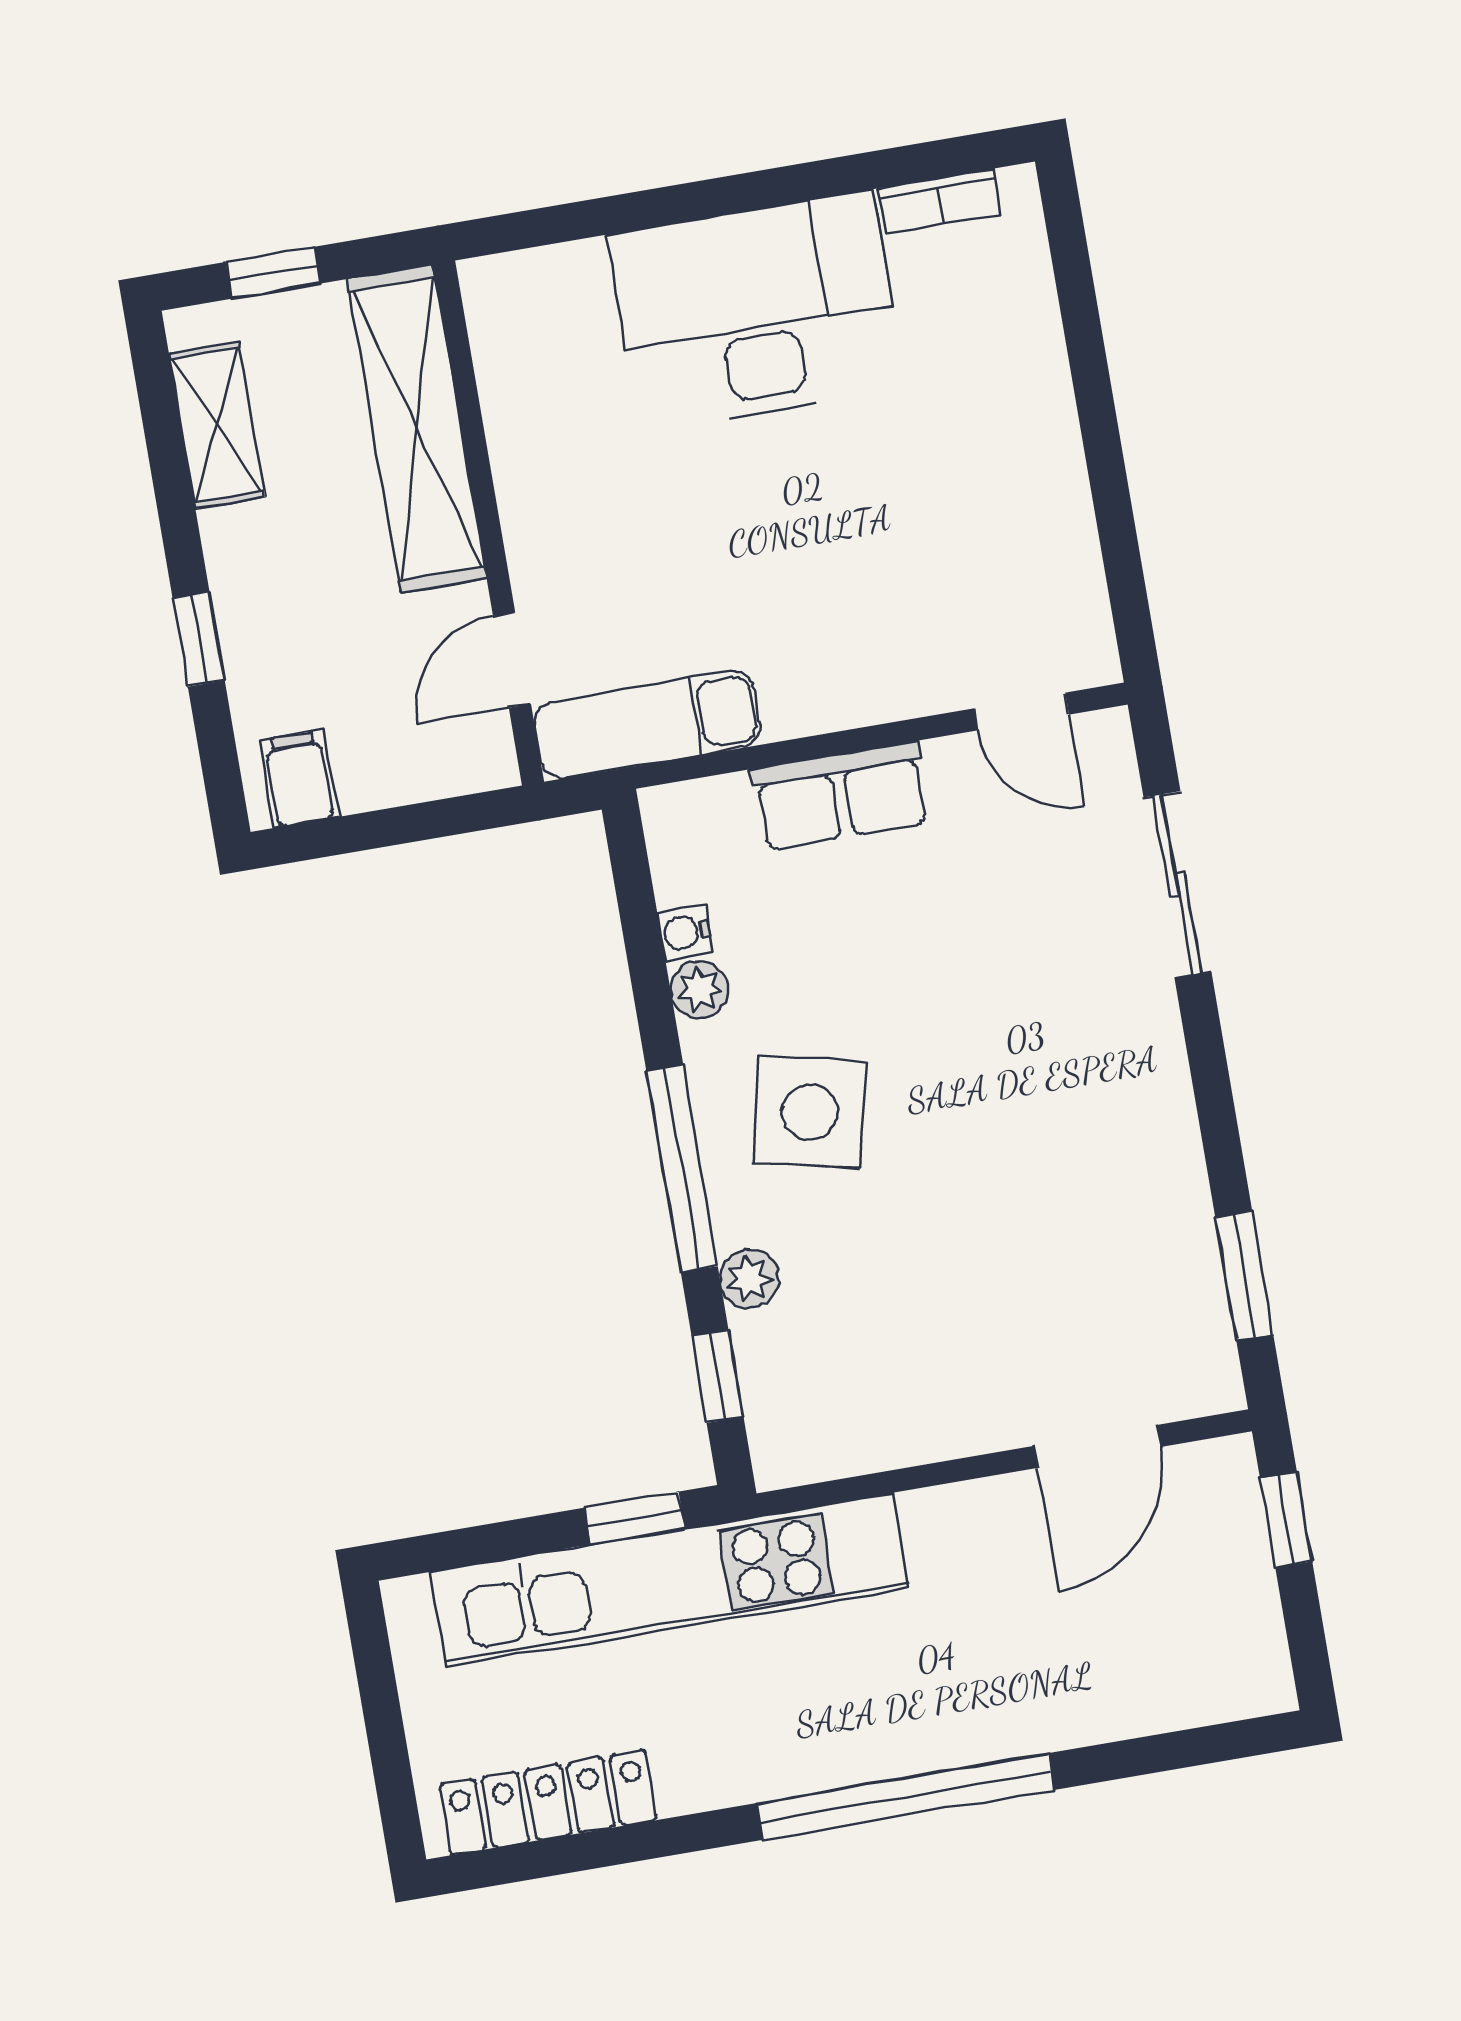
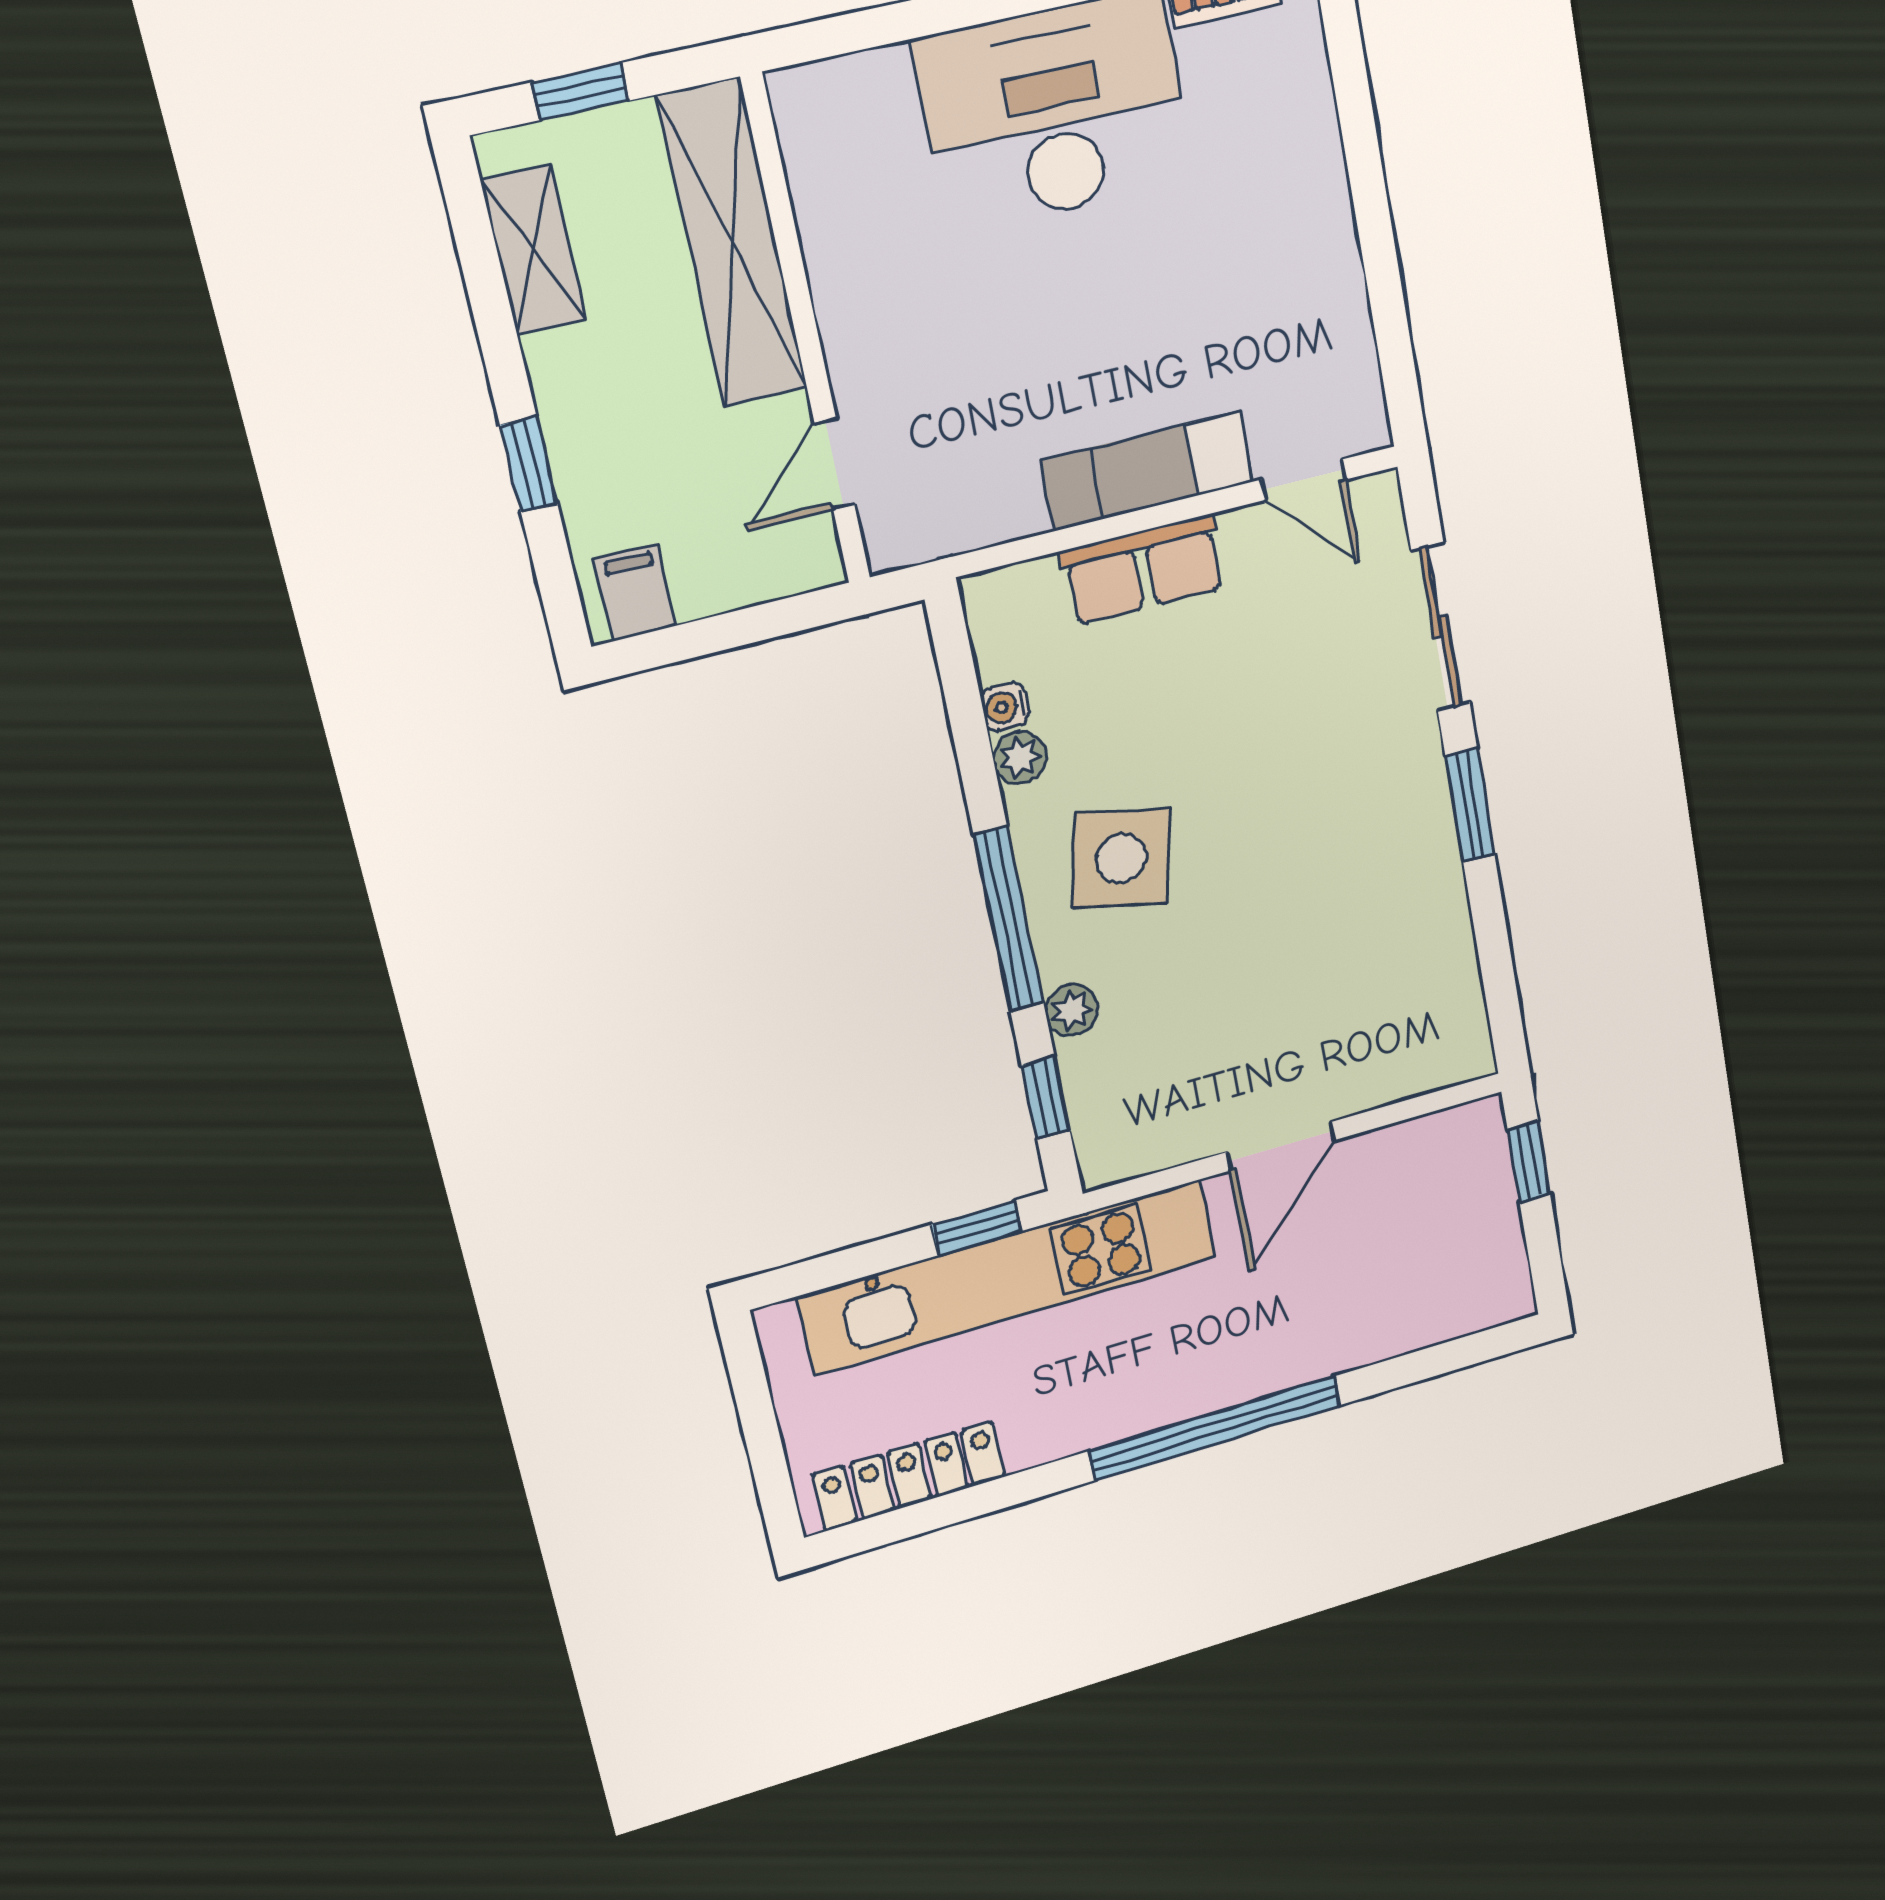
exam couch: (647, 724) -> (1147, 471), moved
window: (1244, 1276) -> (1470, 805), moved
door: (1098, 1446) -> (1280, 1146), moved

